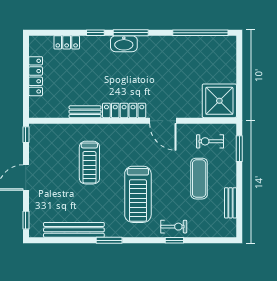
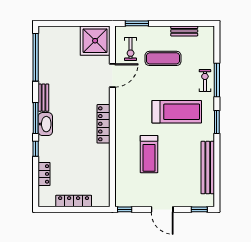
bench: (85, 112) -> (43, 98), moved
door: (163, 121) -> (112, 75), moved
treadmill: (89, 163) -> (149, 154), turned 90
window: (109, 240) -> (217, 122), moved
window: (174, 240) -> (217, 80), width x2.17

